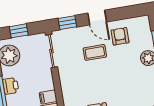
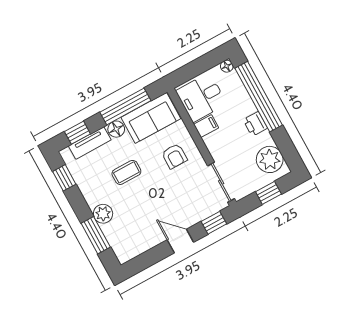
armchair: (120, 36) -> (174, 156), moved
coffee table: (95, 52) -> (126, 172), moved

